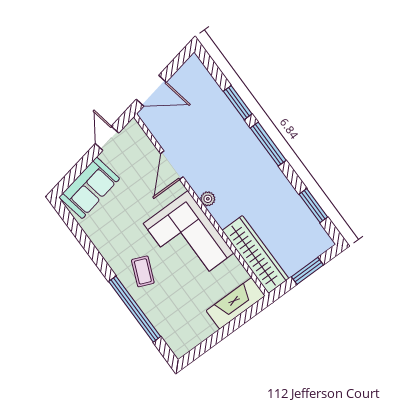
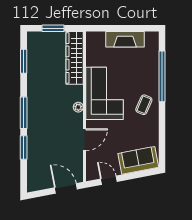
door: (107, 138) -> (109, 180), swing flipped
coffee table: (143, 271) -> (144, 105), moved
fireplace: (236, 303) -> (125, 39), moved

